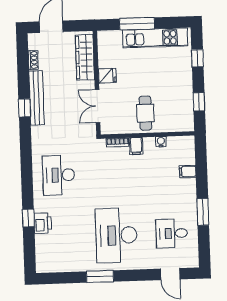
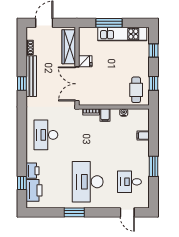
double door: (98, 106) -> (77, 84), width x1.37
cafe table: (145, 113) -> (136, 90), moved
window: (28, 218) -> (22, 183), moved
printer: (46, 249) -> (34, 190), added

